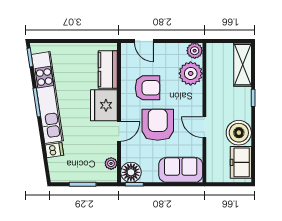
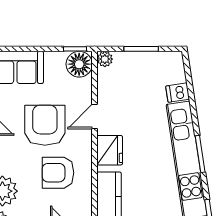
fridge: (104, 105) -> (110, 150), width x0.73, depth x0.75
armchair: (158, 125) -> (45, 125), turned 180
plant: (111, 163) -> (105, 59), moved

